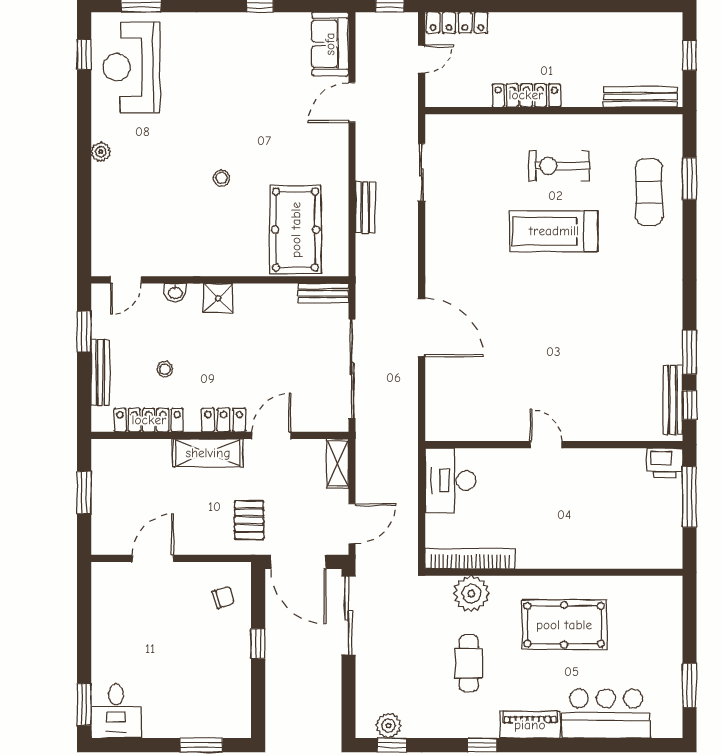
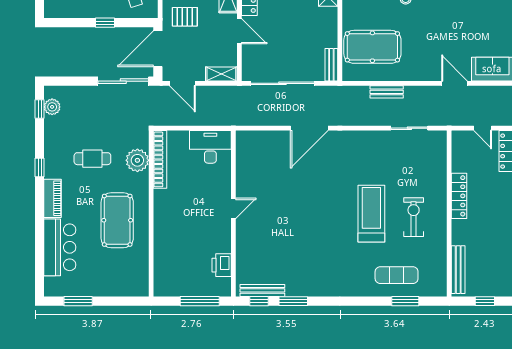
printer: (665, 463) -> (222, 265), moved

